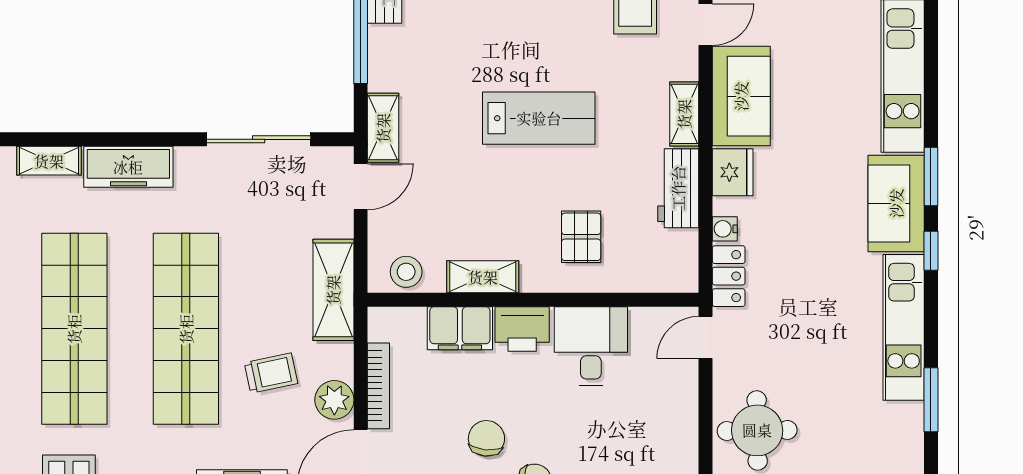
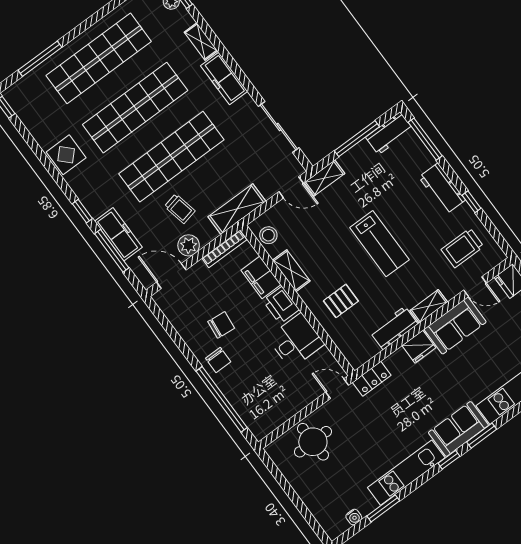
water cooler: (725, 229) -> (354, 517), moved, turned 180
bookcase: (378, 386) -> (224, 249), moved

